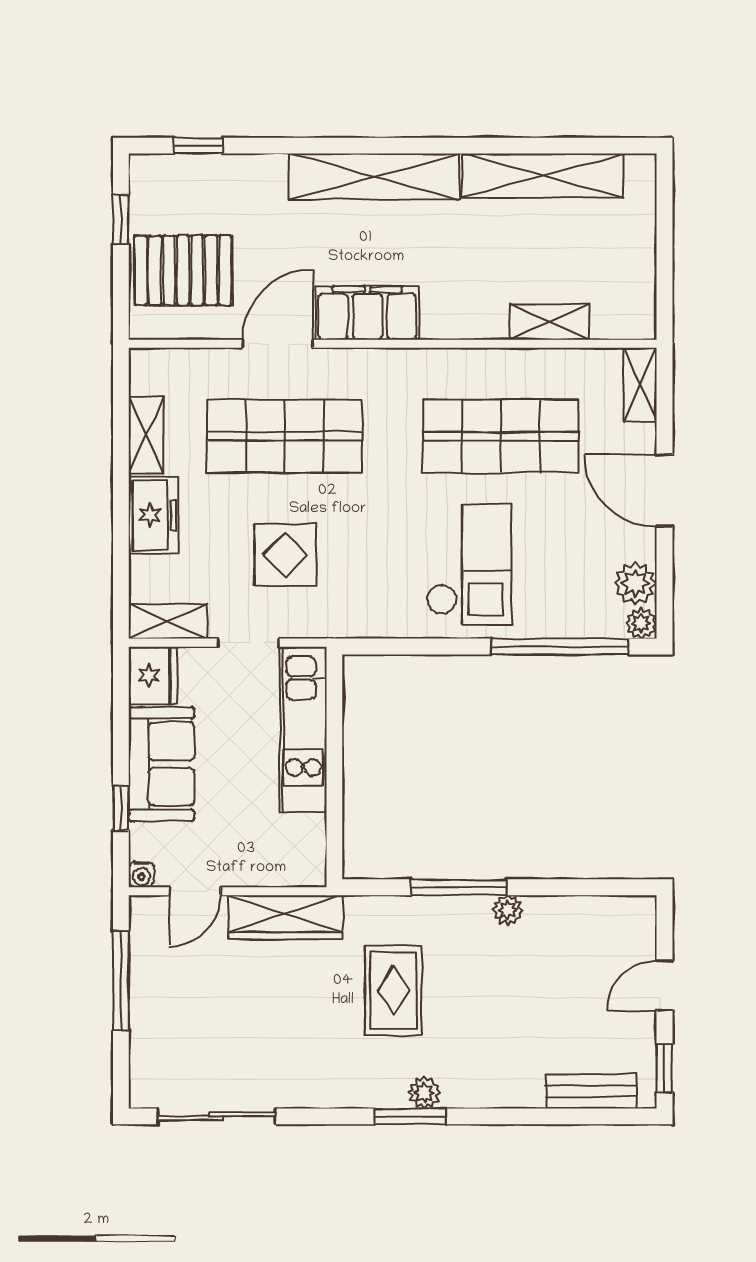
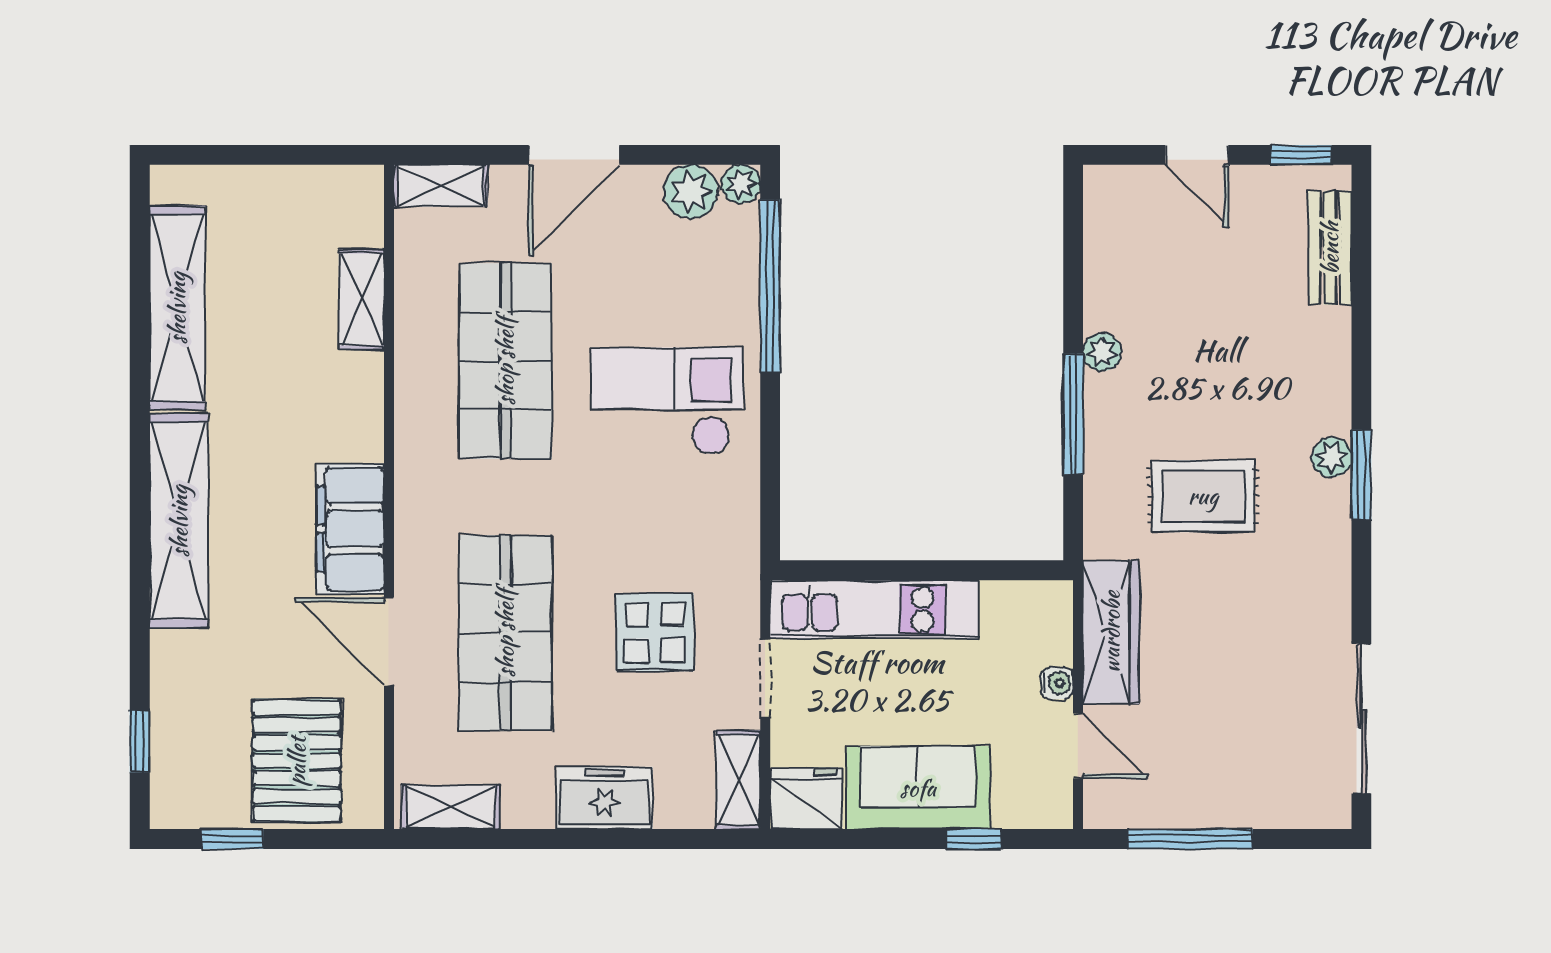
shelving: (146, 435) -> (451, 807), moved
water cooler: (141, 875) -> (1057, 683), moved

